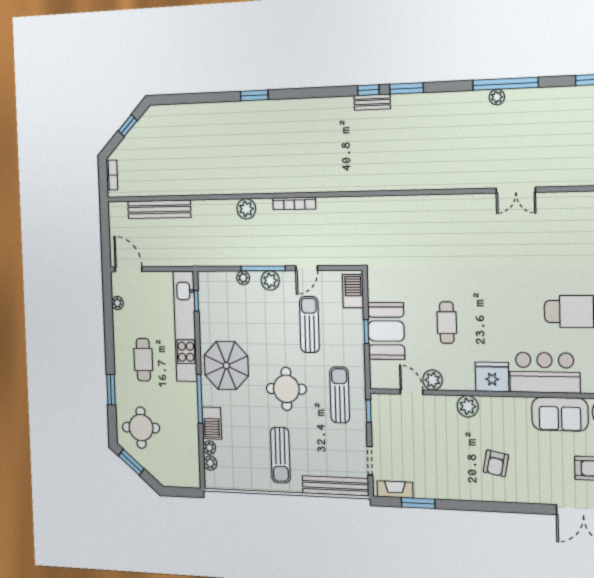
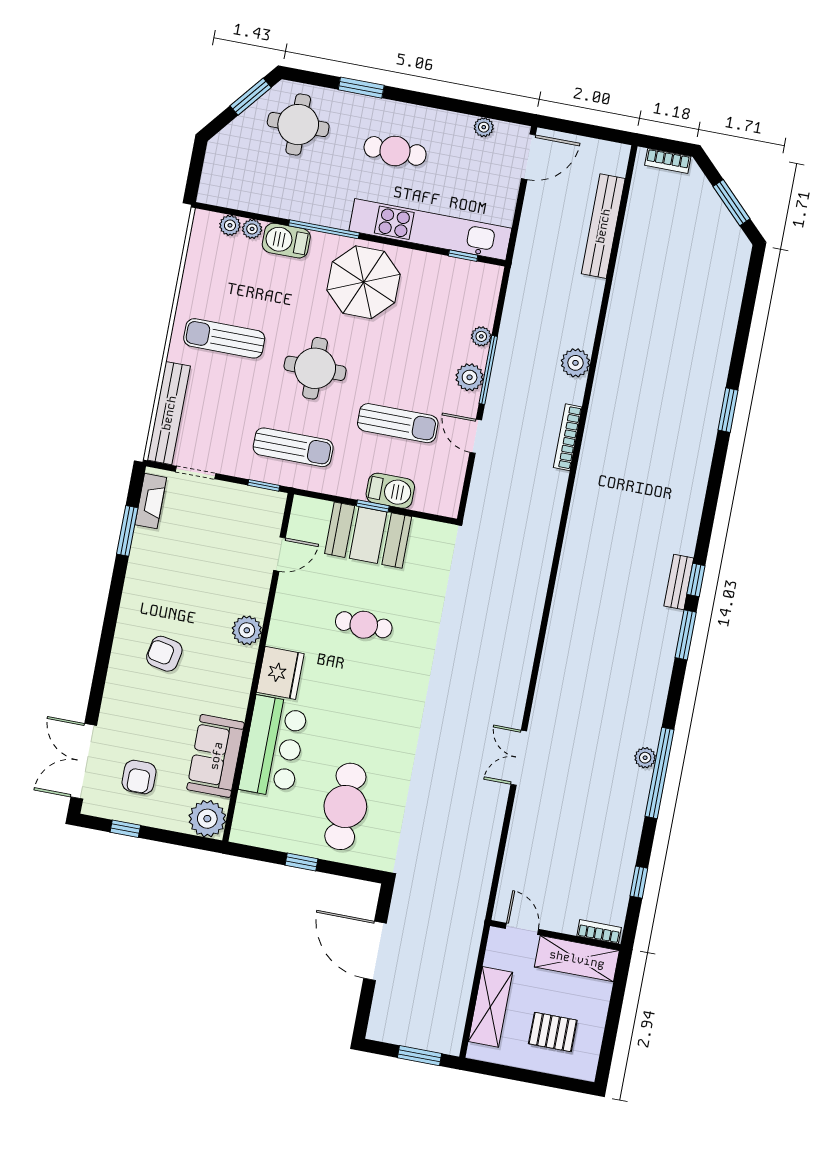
window: (128, 126) -> (732, 203), width x1.50
barbecue: (353, 291) -> (390, 491), moved
plant: (433, 380) -> (290, 588), removed

